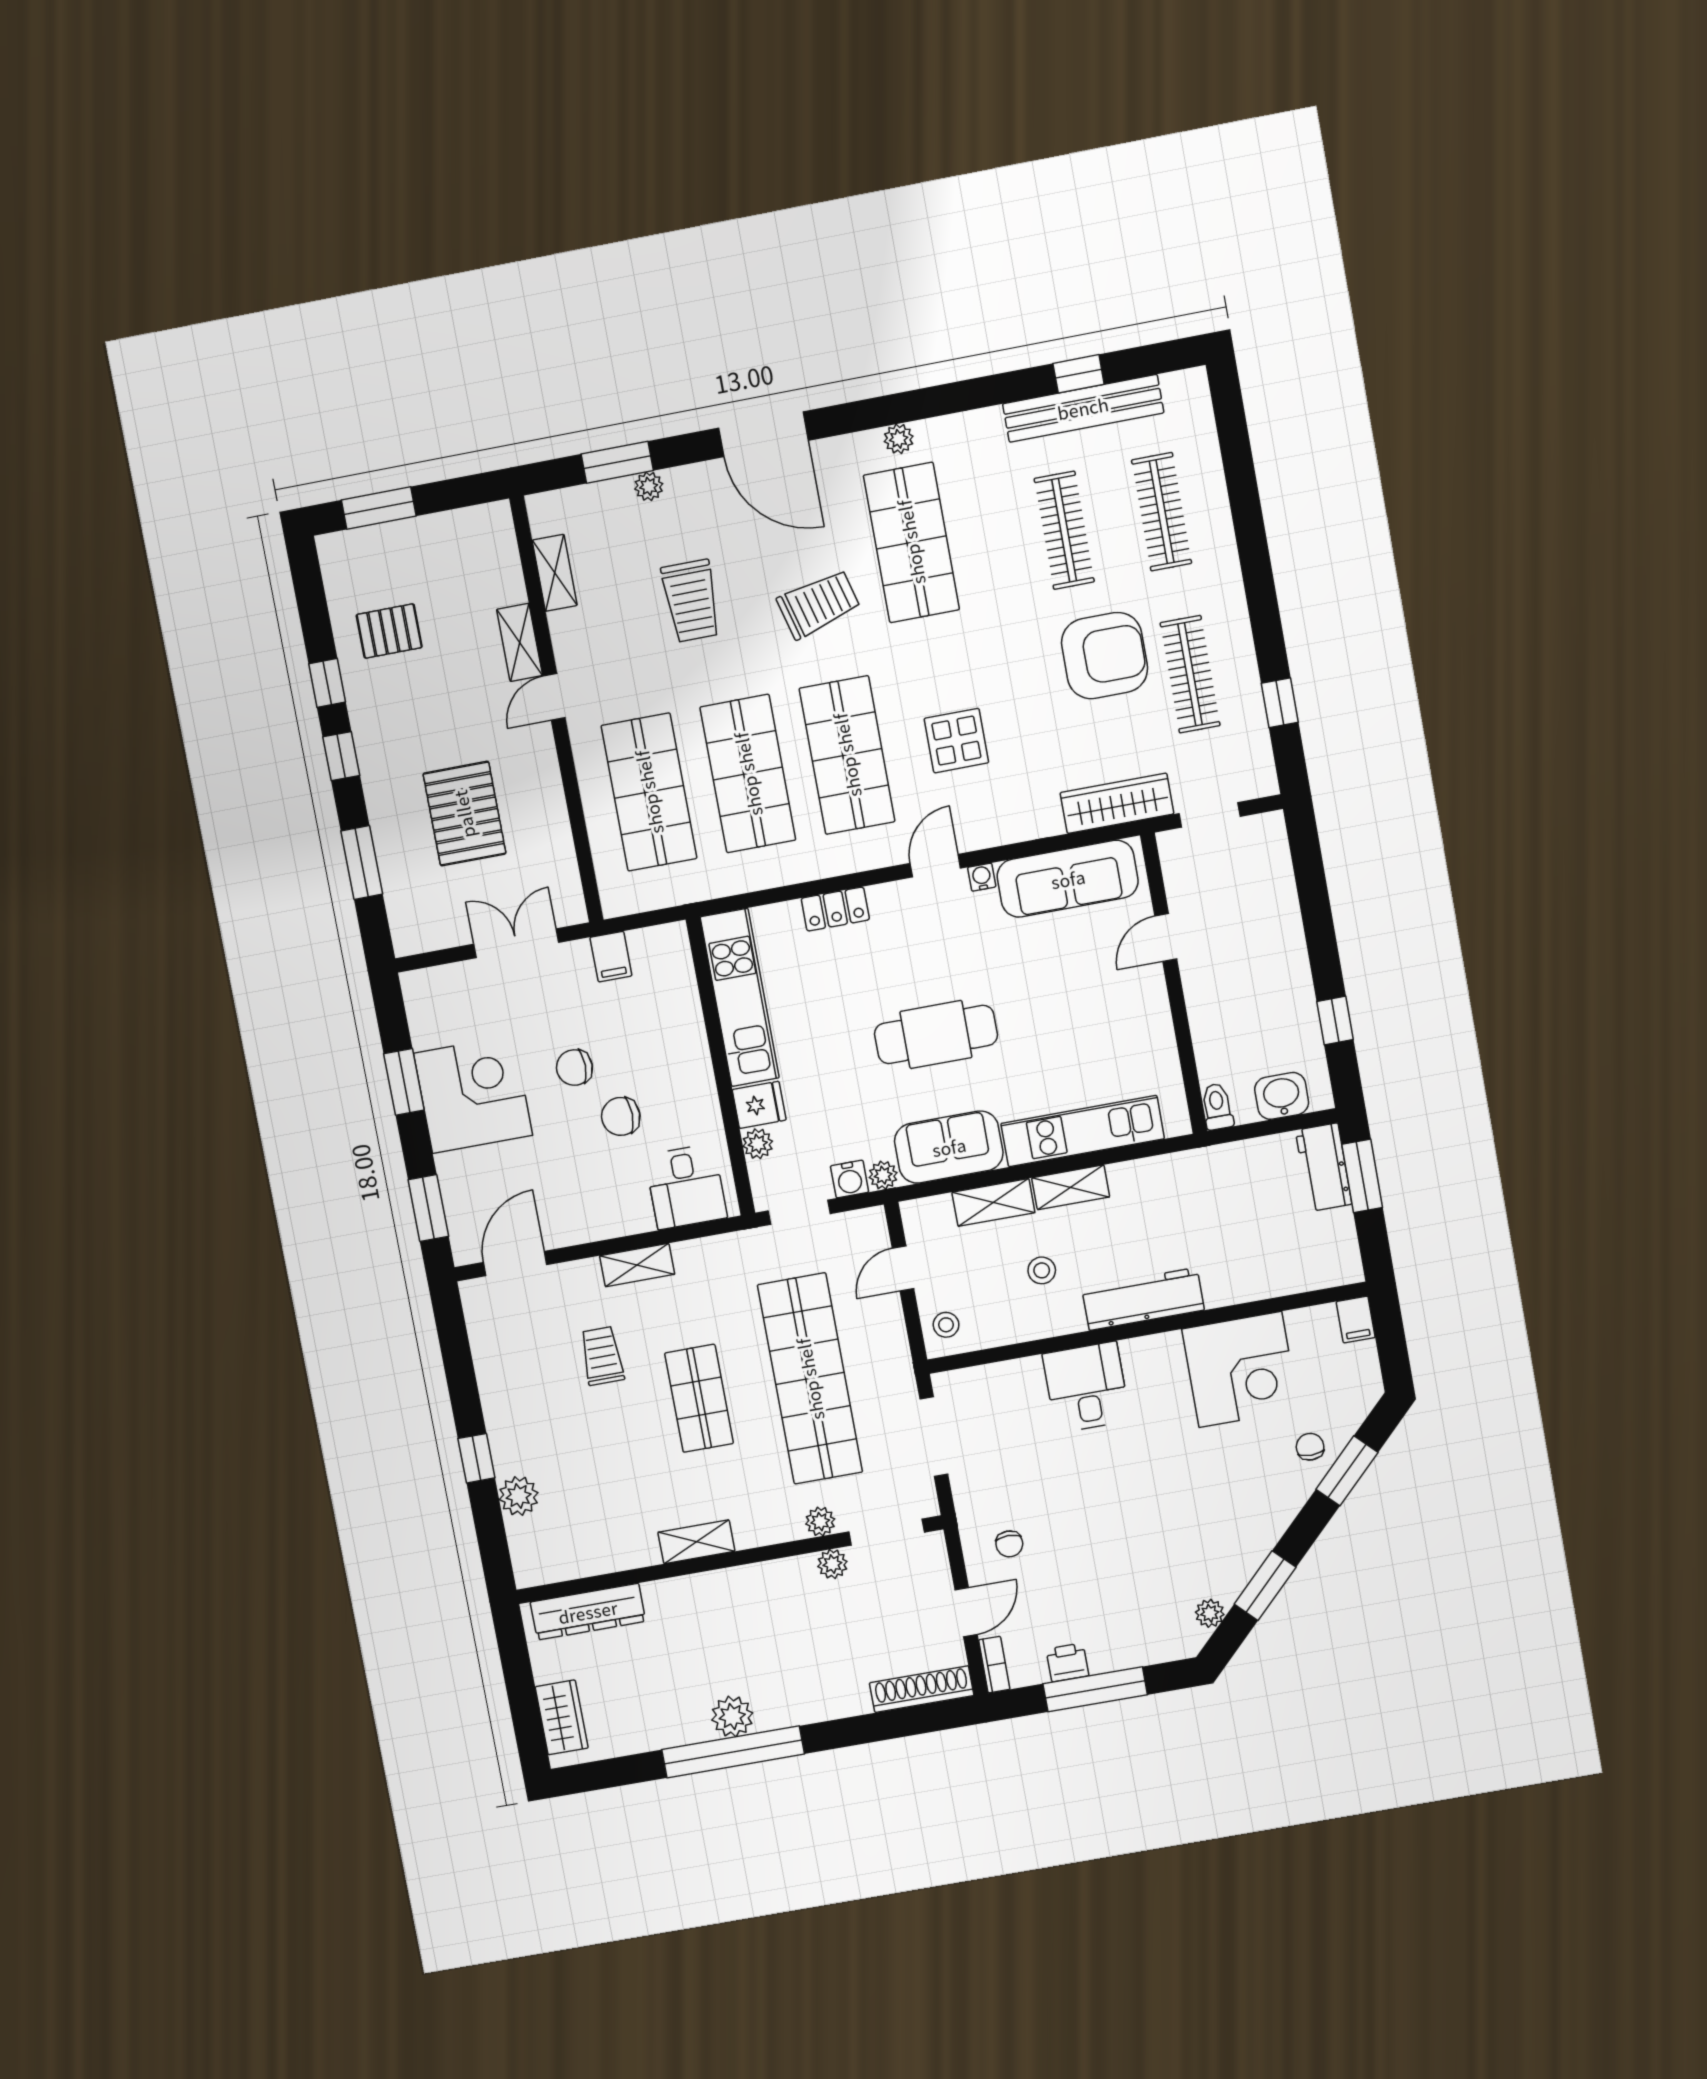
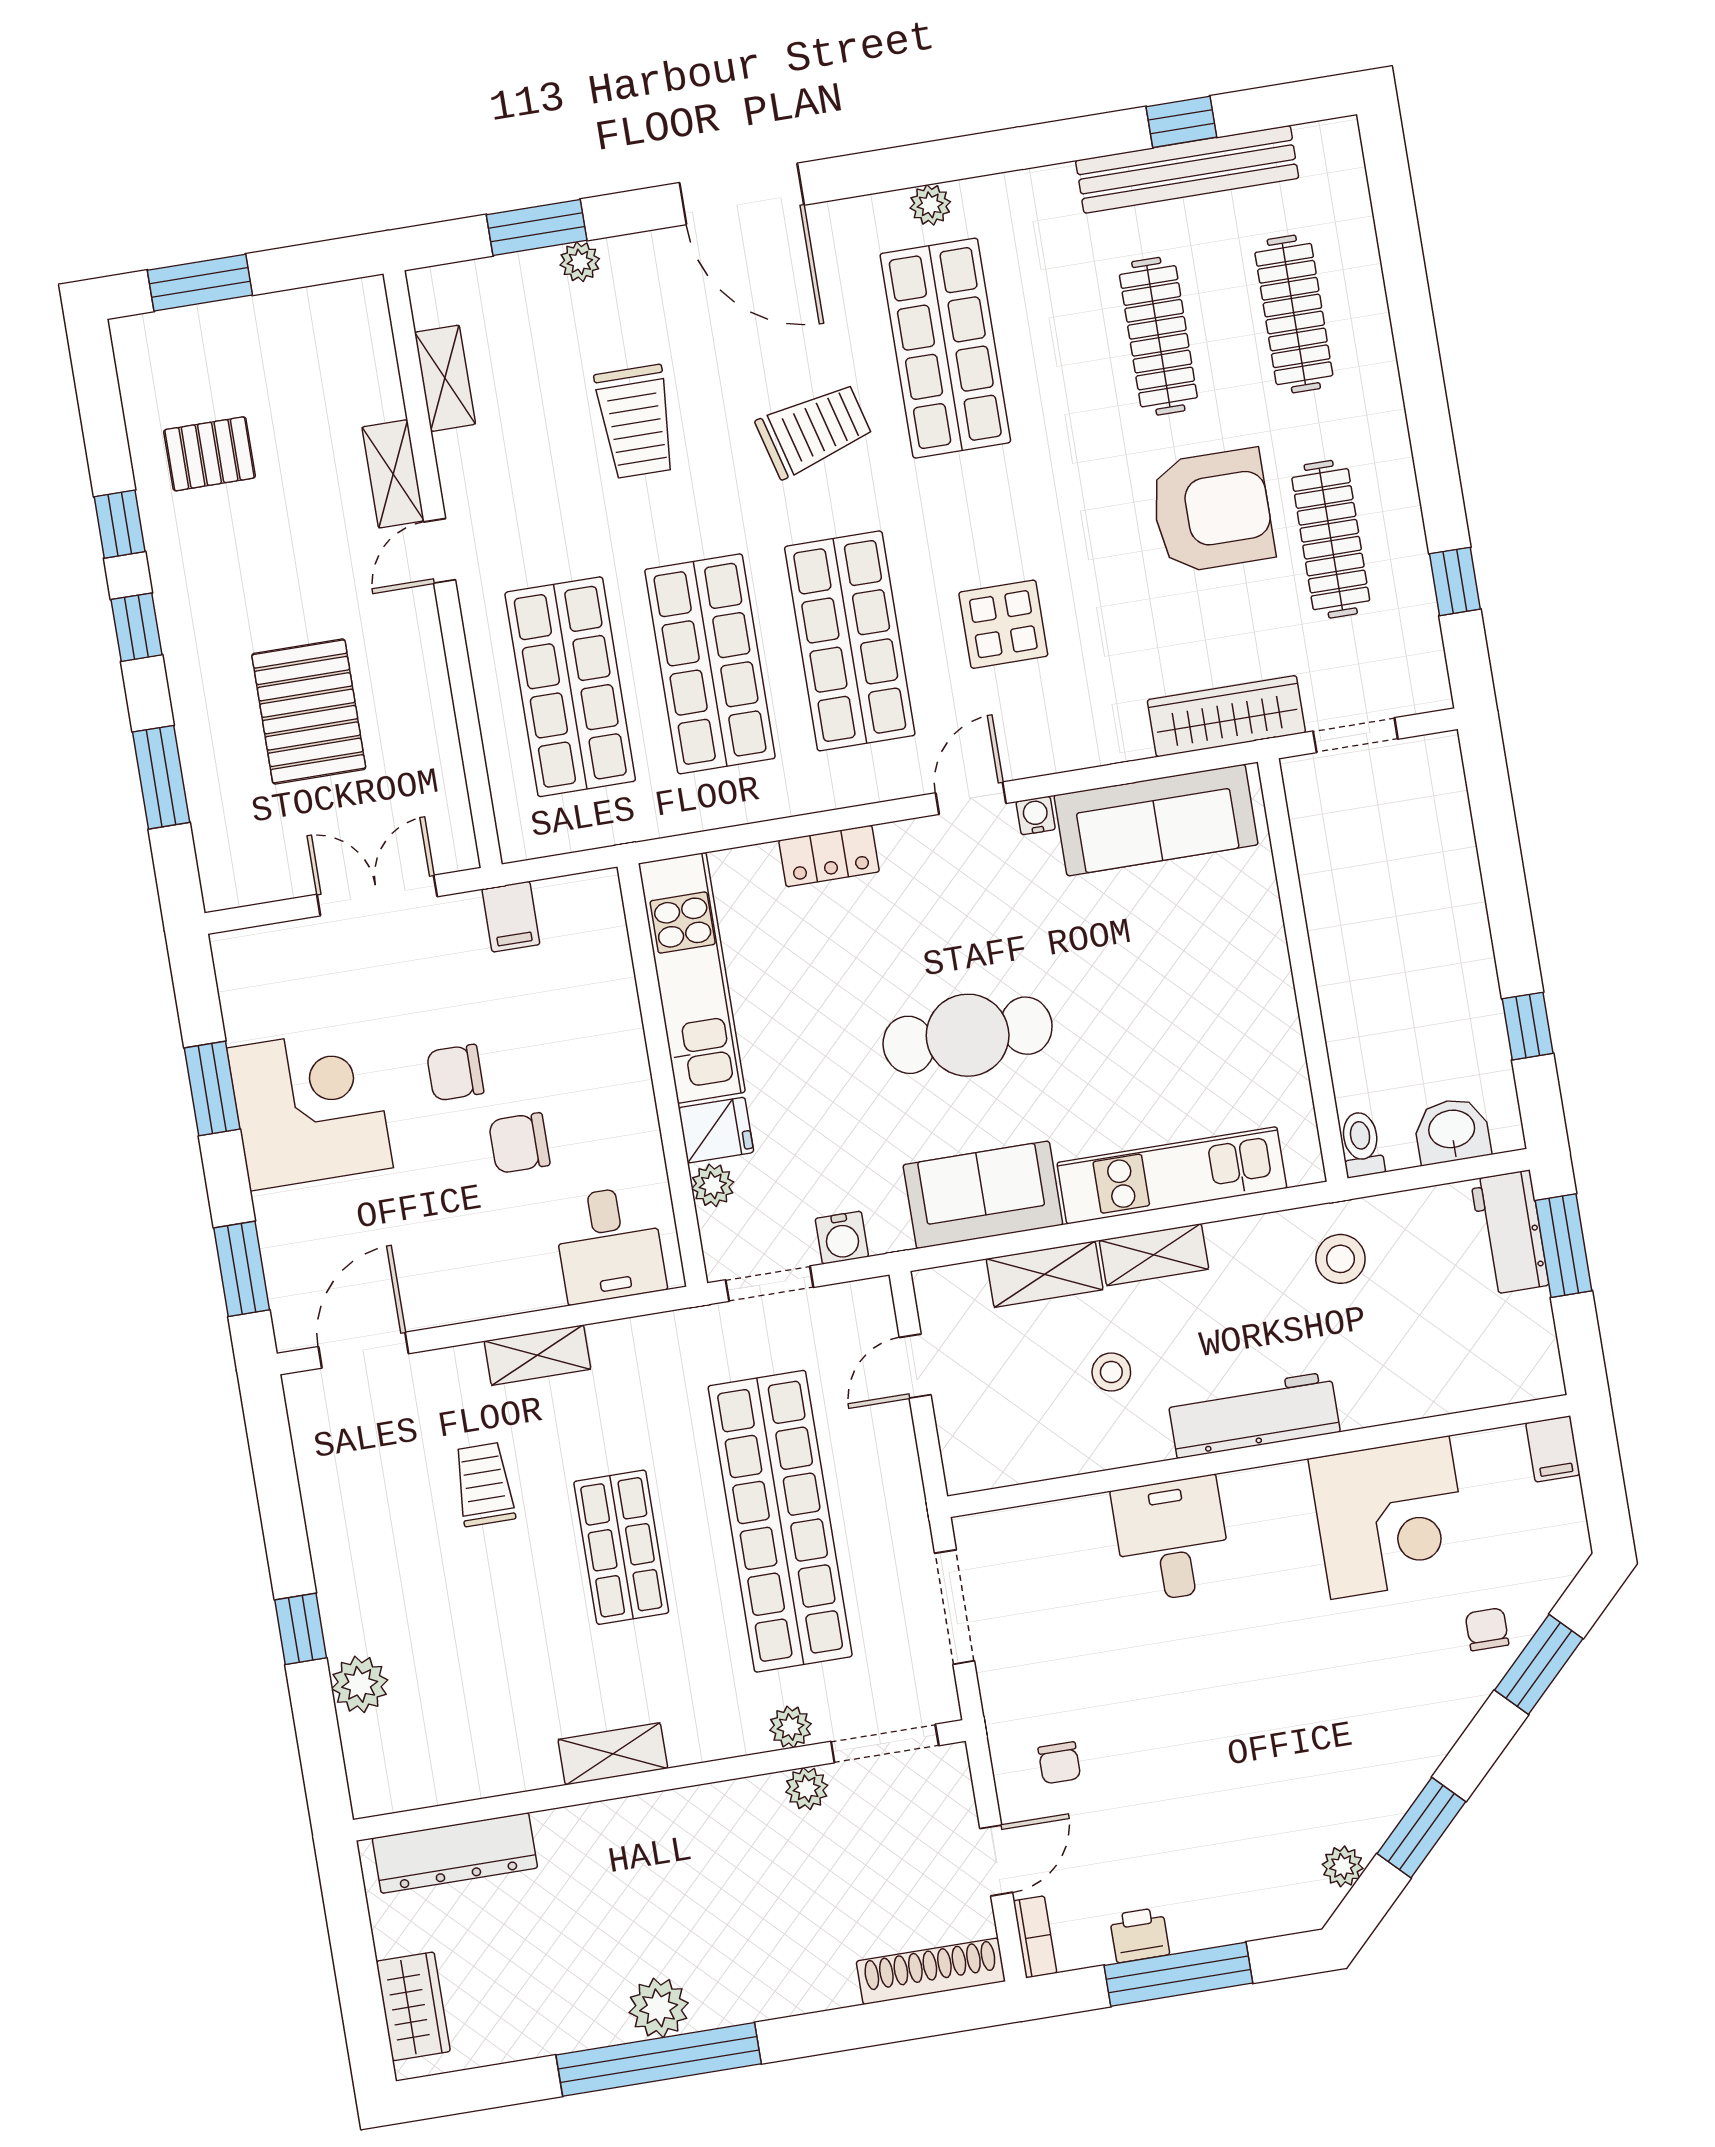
door: (1166, 938) -> (1292, 905), removed
plant: (883, 1175) -> (889, 1233), removed
stool: (946, 1325) -> (1340, 1259), moved, width x1.37, depth x1.37

